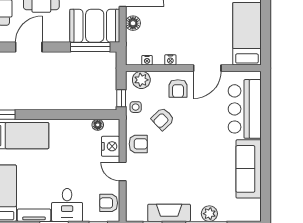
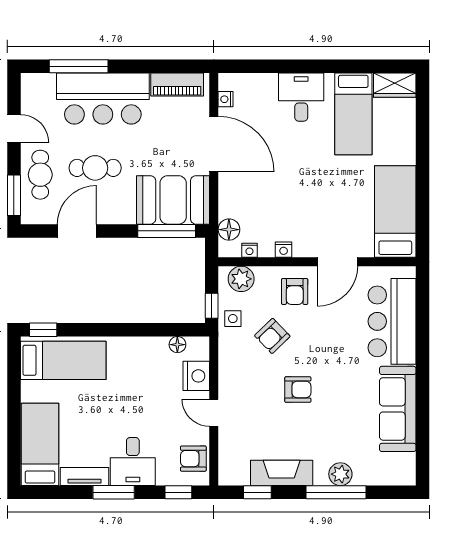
floor lamp: (133, 23) -> (229, 230), moved
armchair: (138, 144) -> (298, 389), moved

